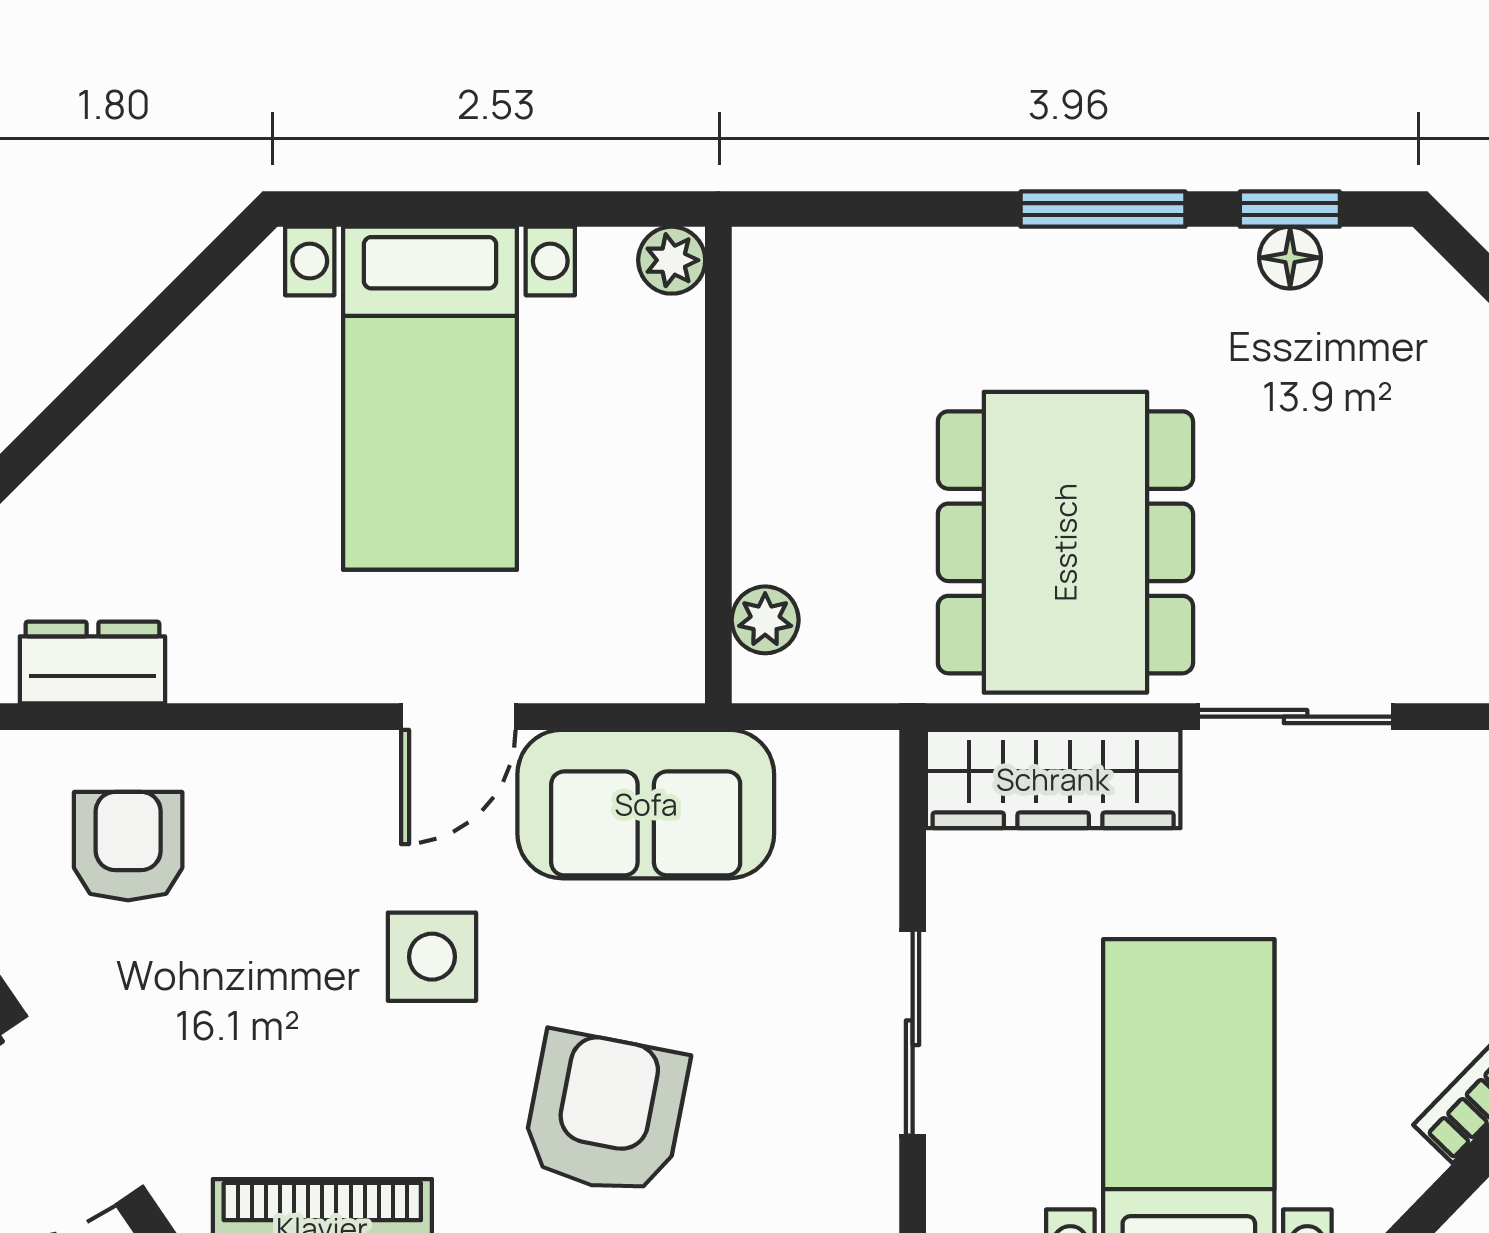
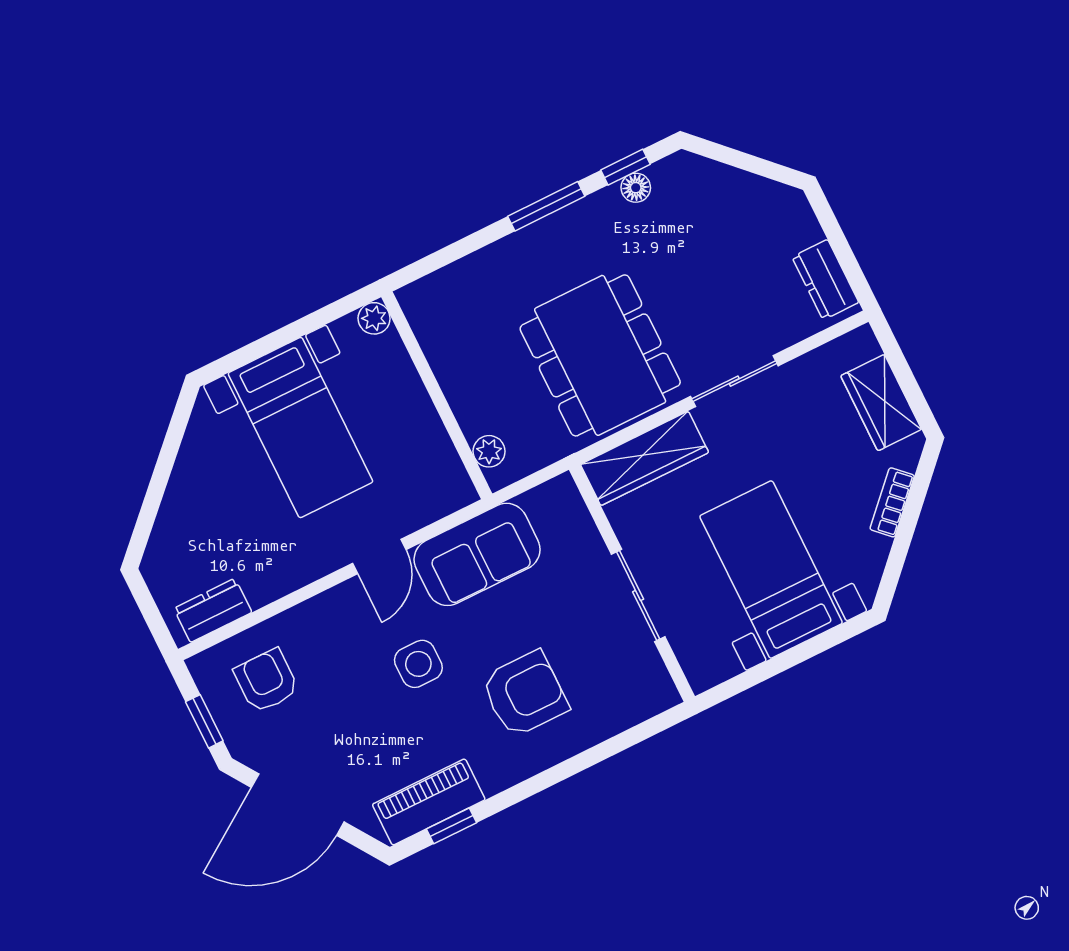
armchair: (605, 1113) -> (525, 694), turned 79

